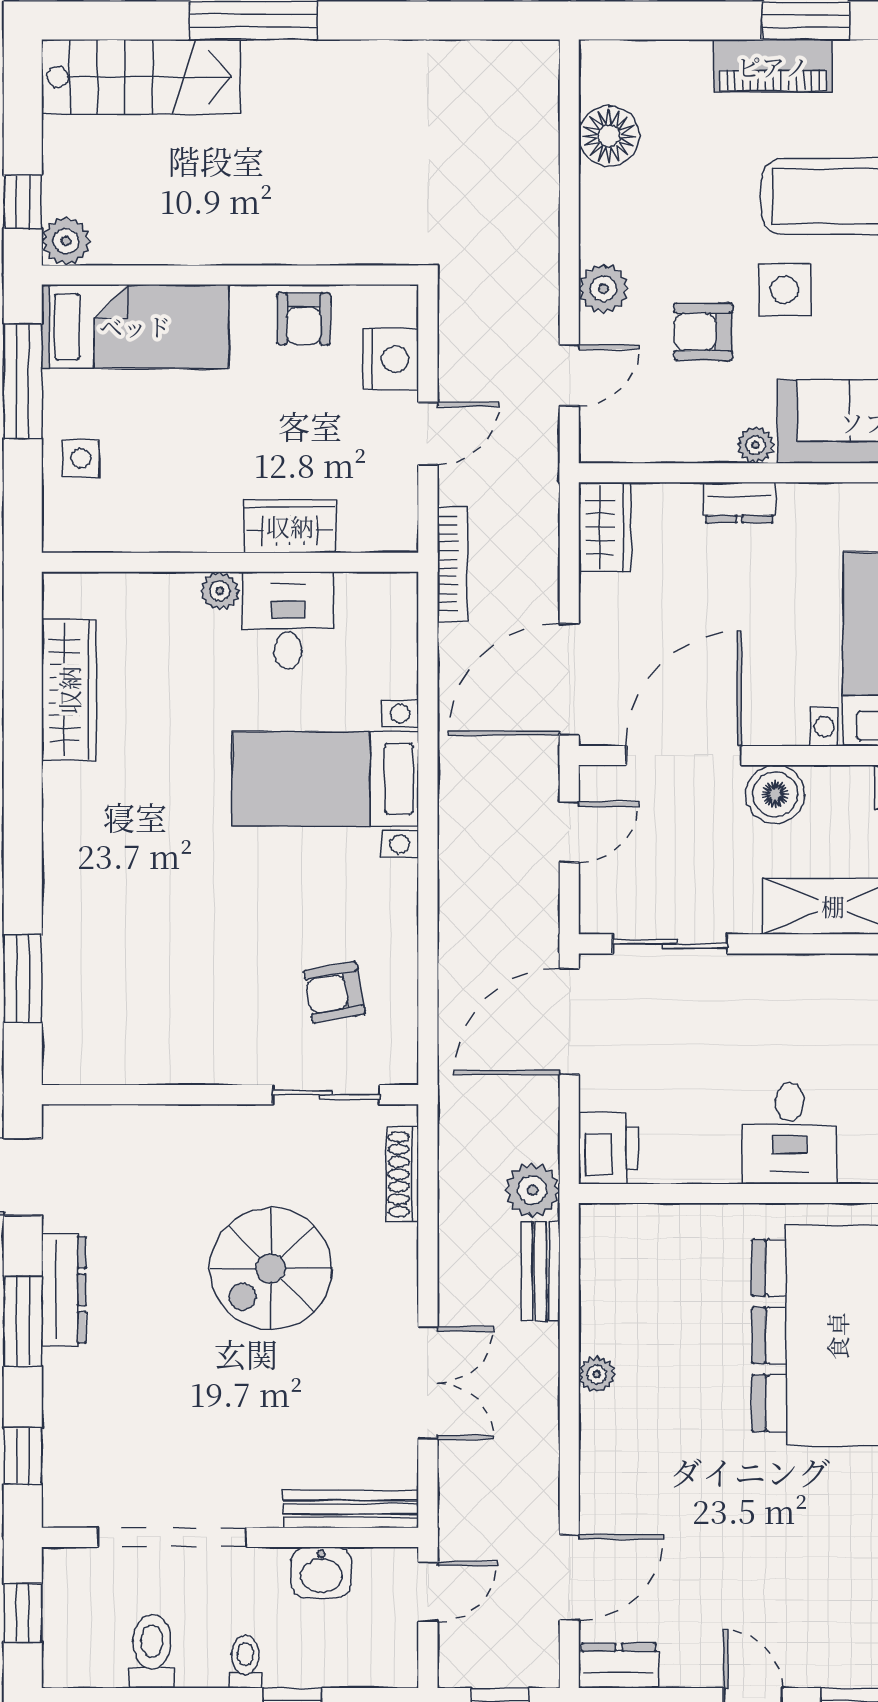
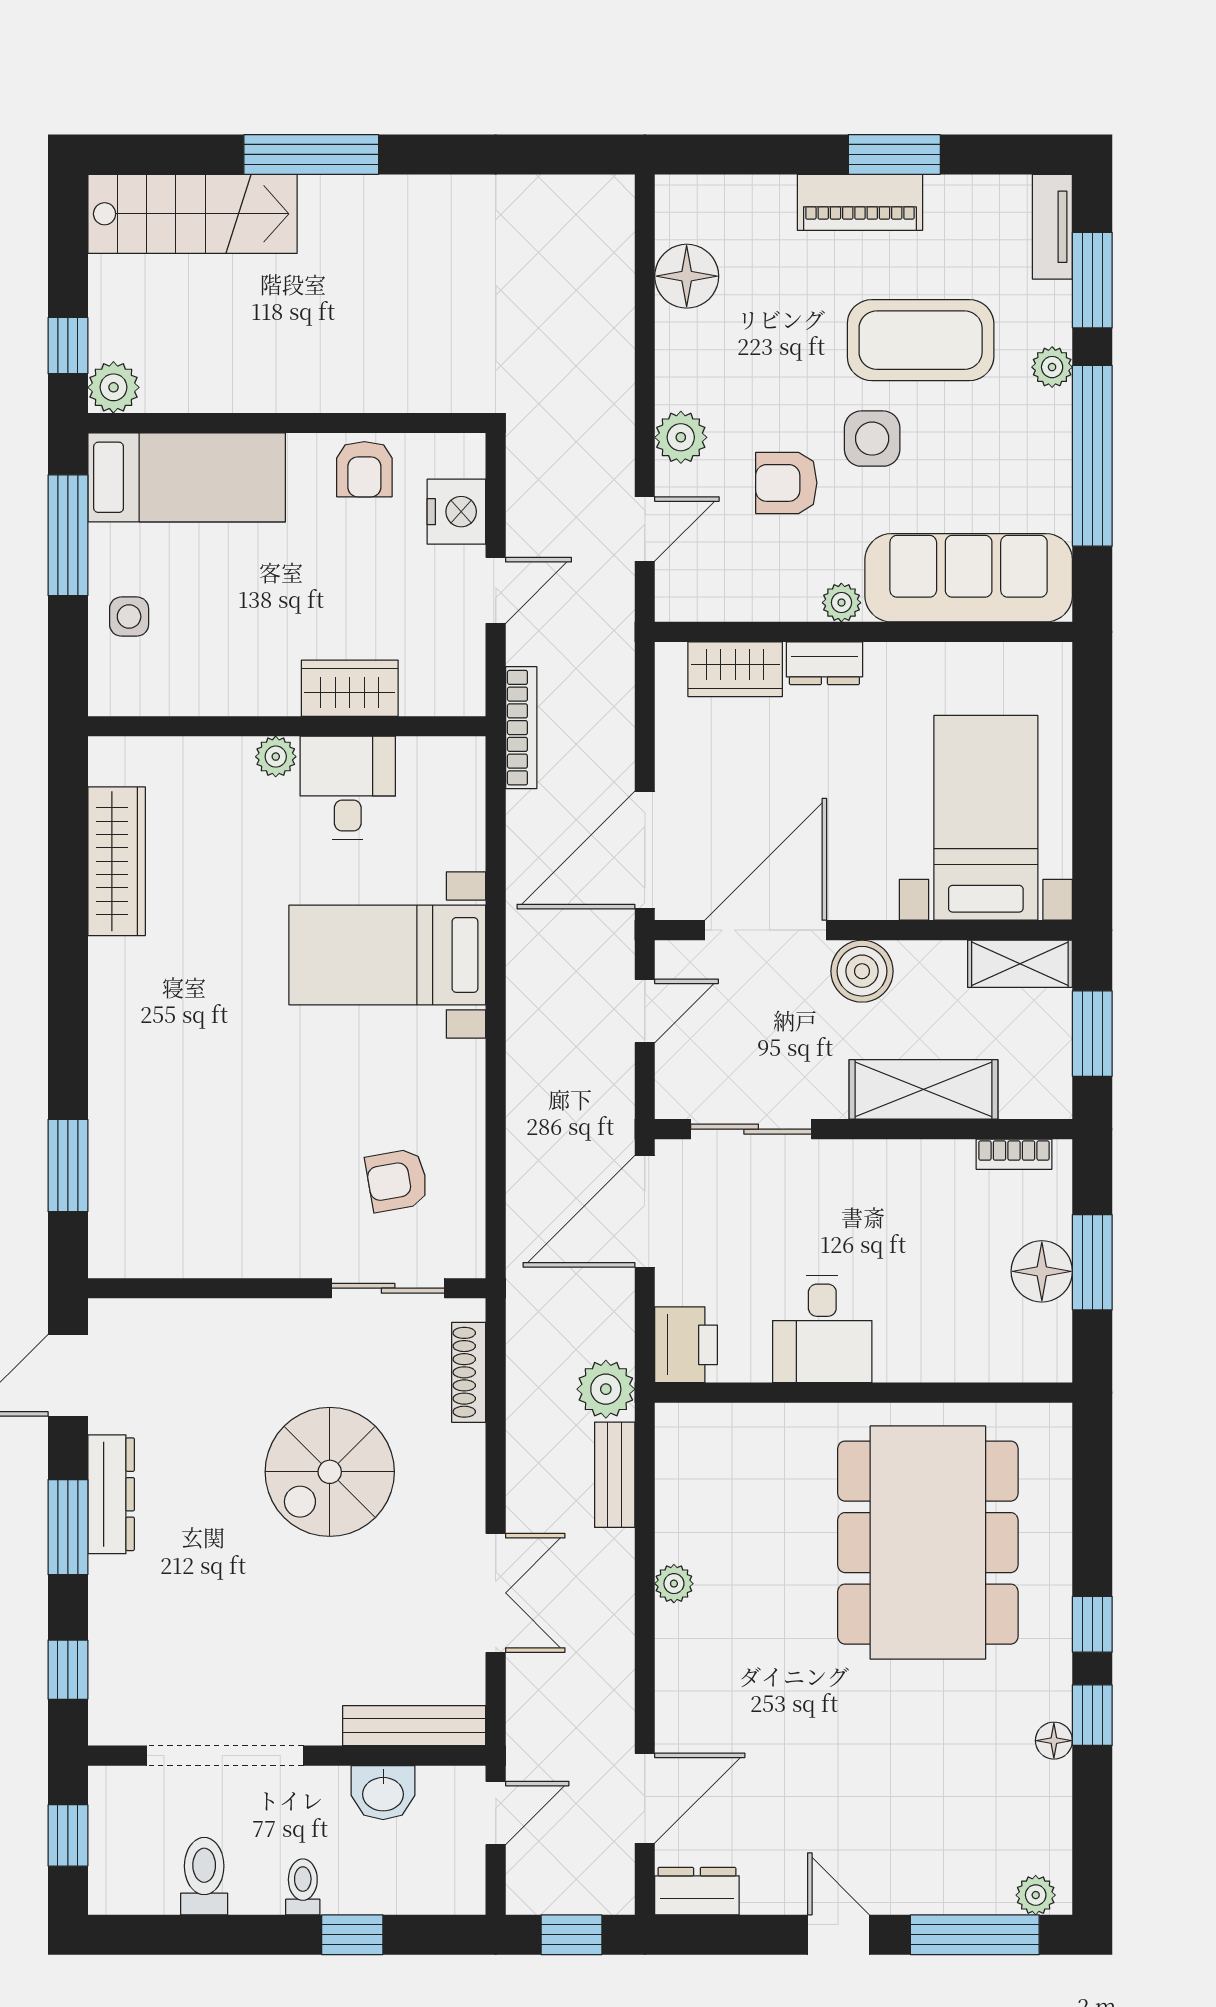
wardrobe: (605, 527) -> (735, 669), moved, turned 90
desk: (789, 1133) -> (822, 1329), moved

